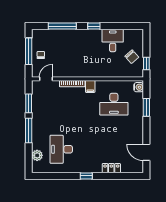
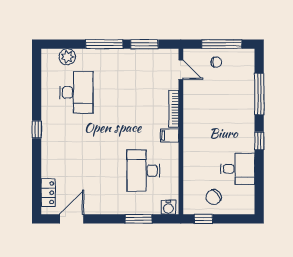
desk: (61, 149) -> (76, 92), turned 90
locker: (111, 168) -> (48, 193), moved

